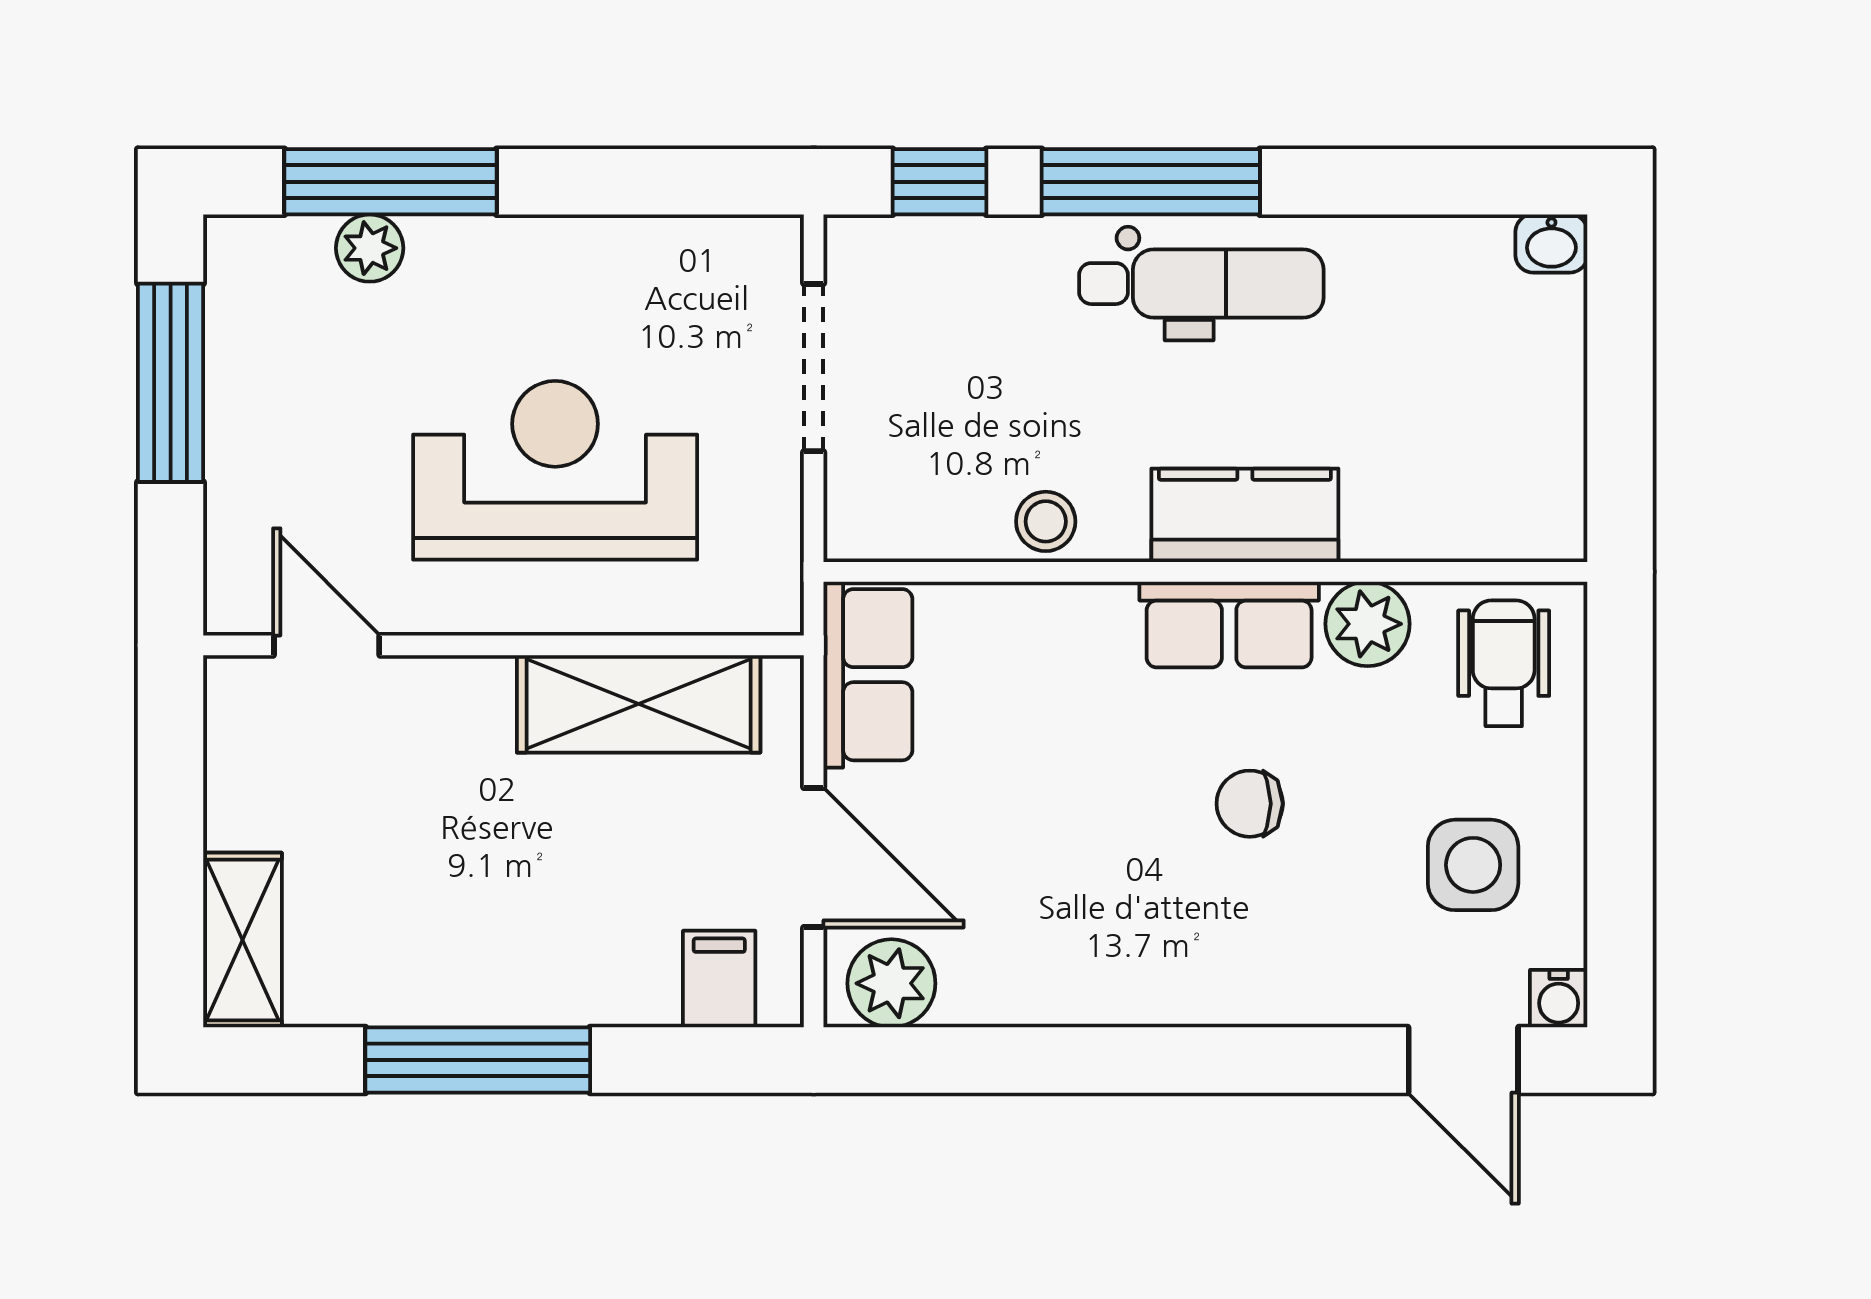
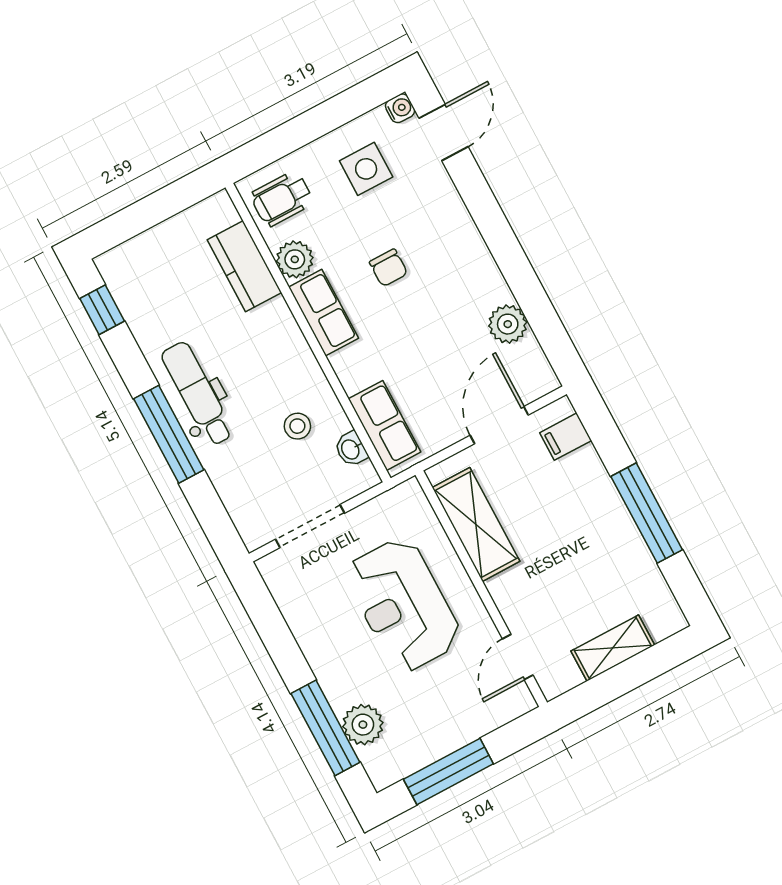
window: (940, 182) -> (102, 310), moved
washbasin: (1551, 243) -> (351, 449), moved, turned 180
plant: (370, 248) -> (363, 725), width x1.38, depth x1.38
kitchen counter: (1245, 515) -> (244, 266), moved
stool: (1046, 521) -> (297, 426), moved
row of seats: (868, 675) -> (385, 425), moved, turned 90
shelving: (242, 940) -> (613, 648), moved
plant: (891, 983) -> (508, 324), moved

